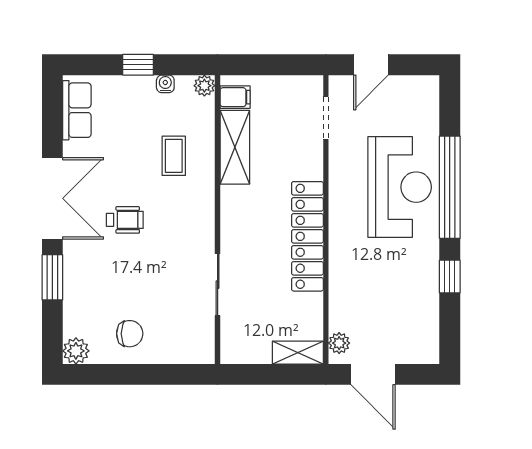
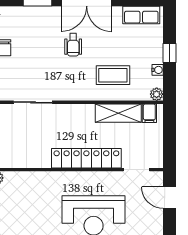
coffee table: (174, 156) -> (113, 75), width x1.36, depth x1.30
locker: (307, 236) -> (86, 158), moved

